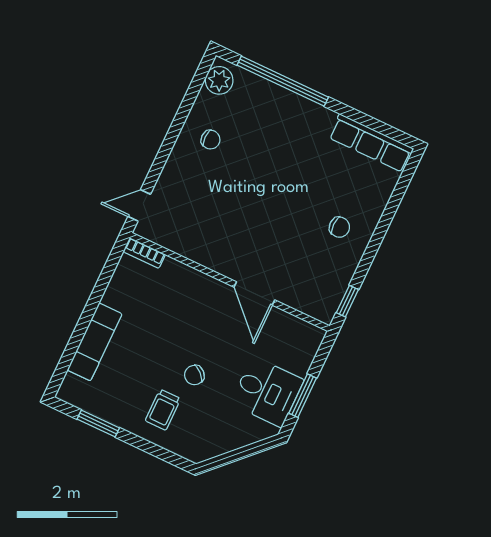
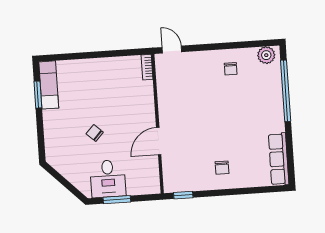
exam couch: (95, 342) -> (49, 85), moved, turned -90
trolley: (163, 410) -> (66, 126), removed

